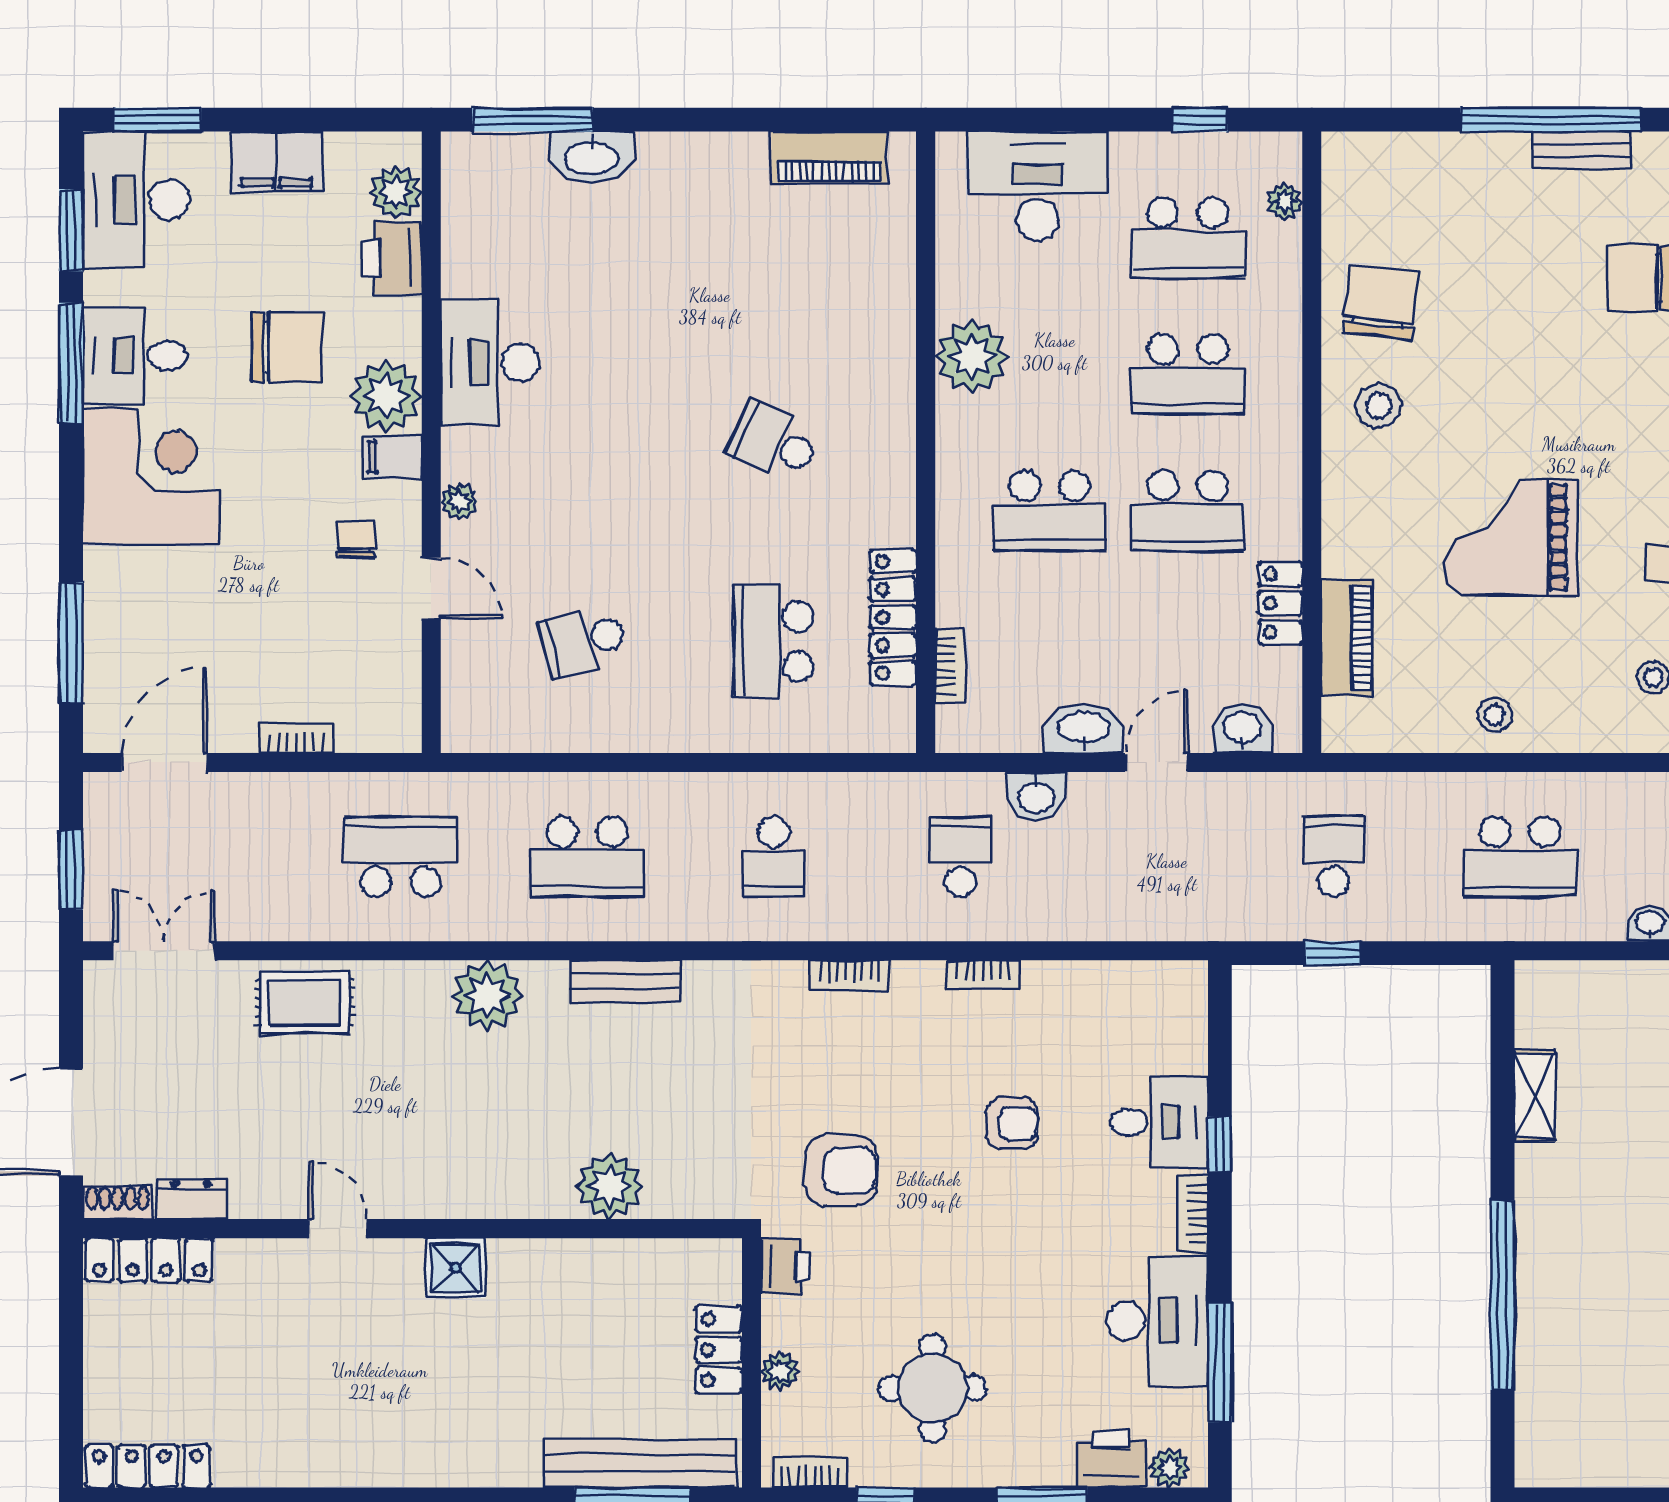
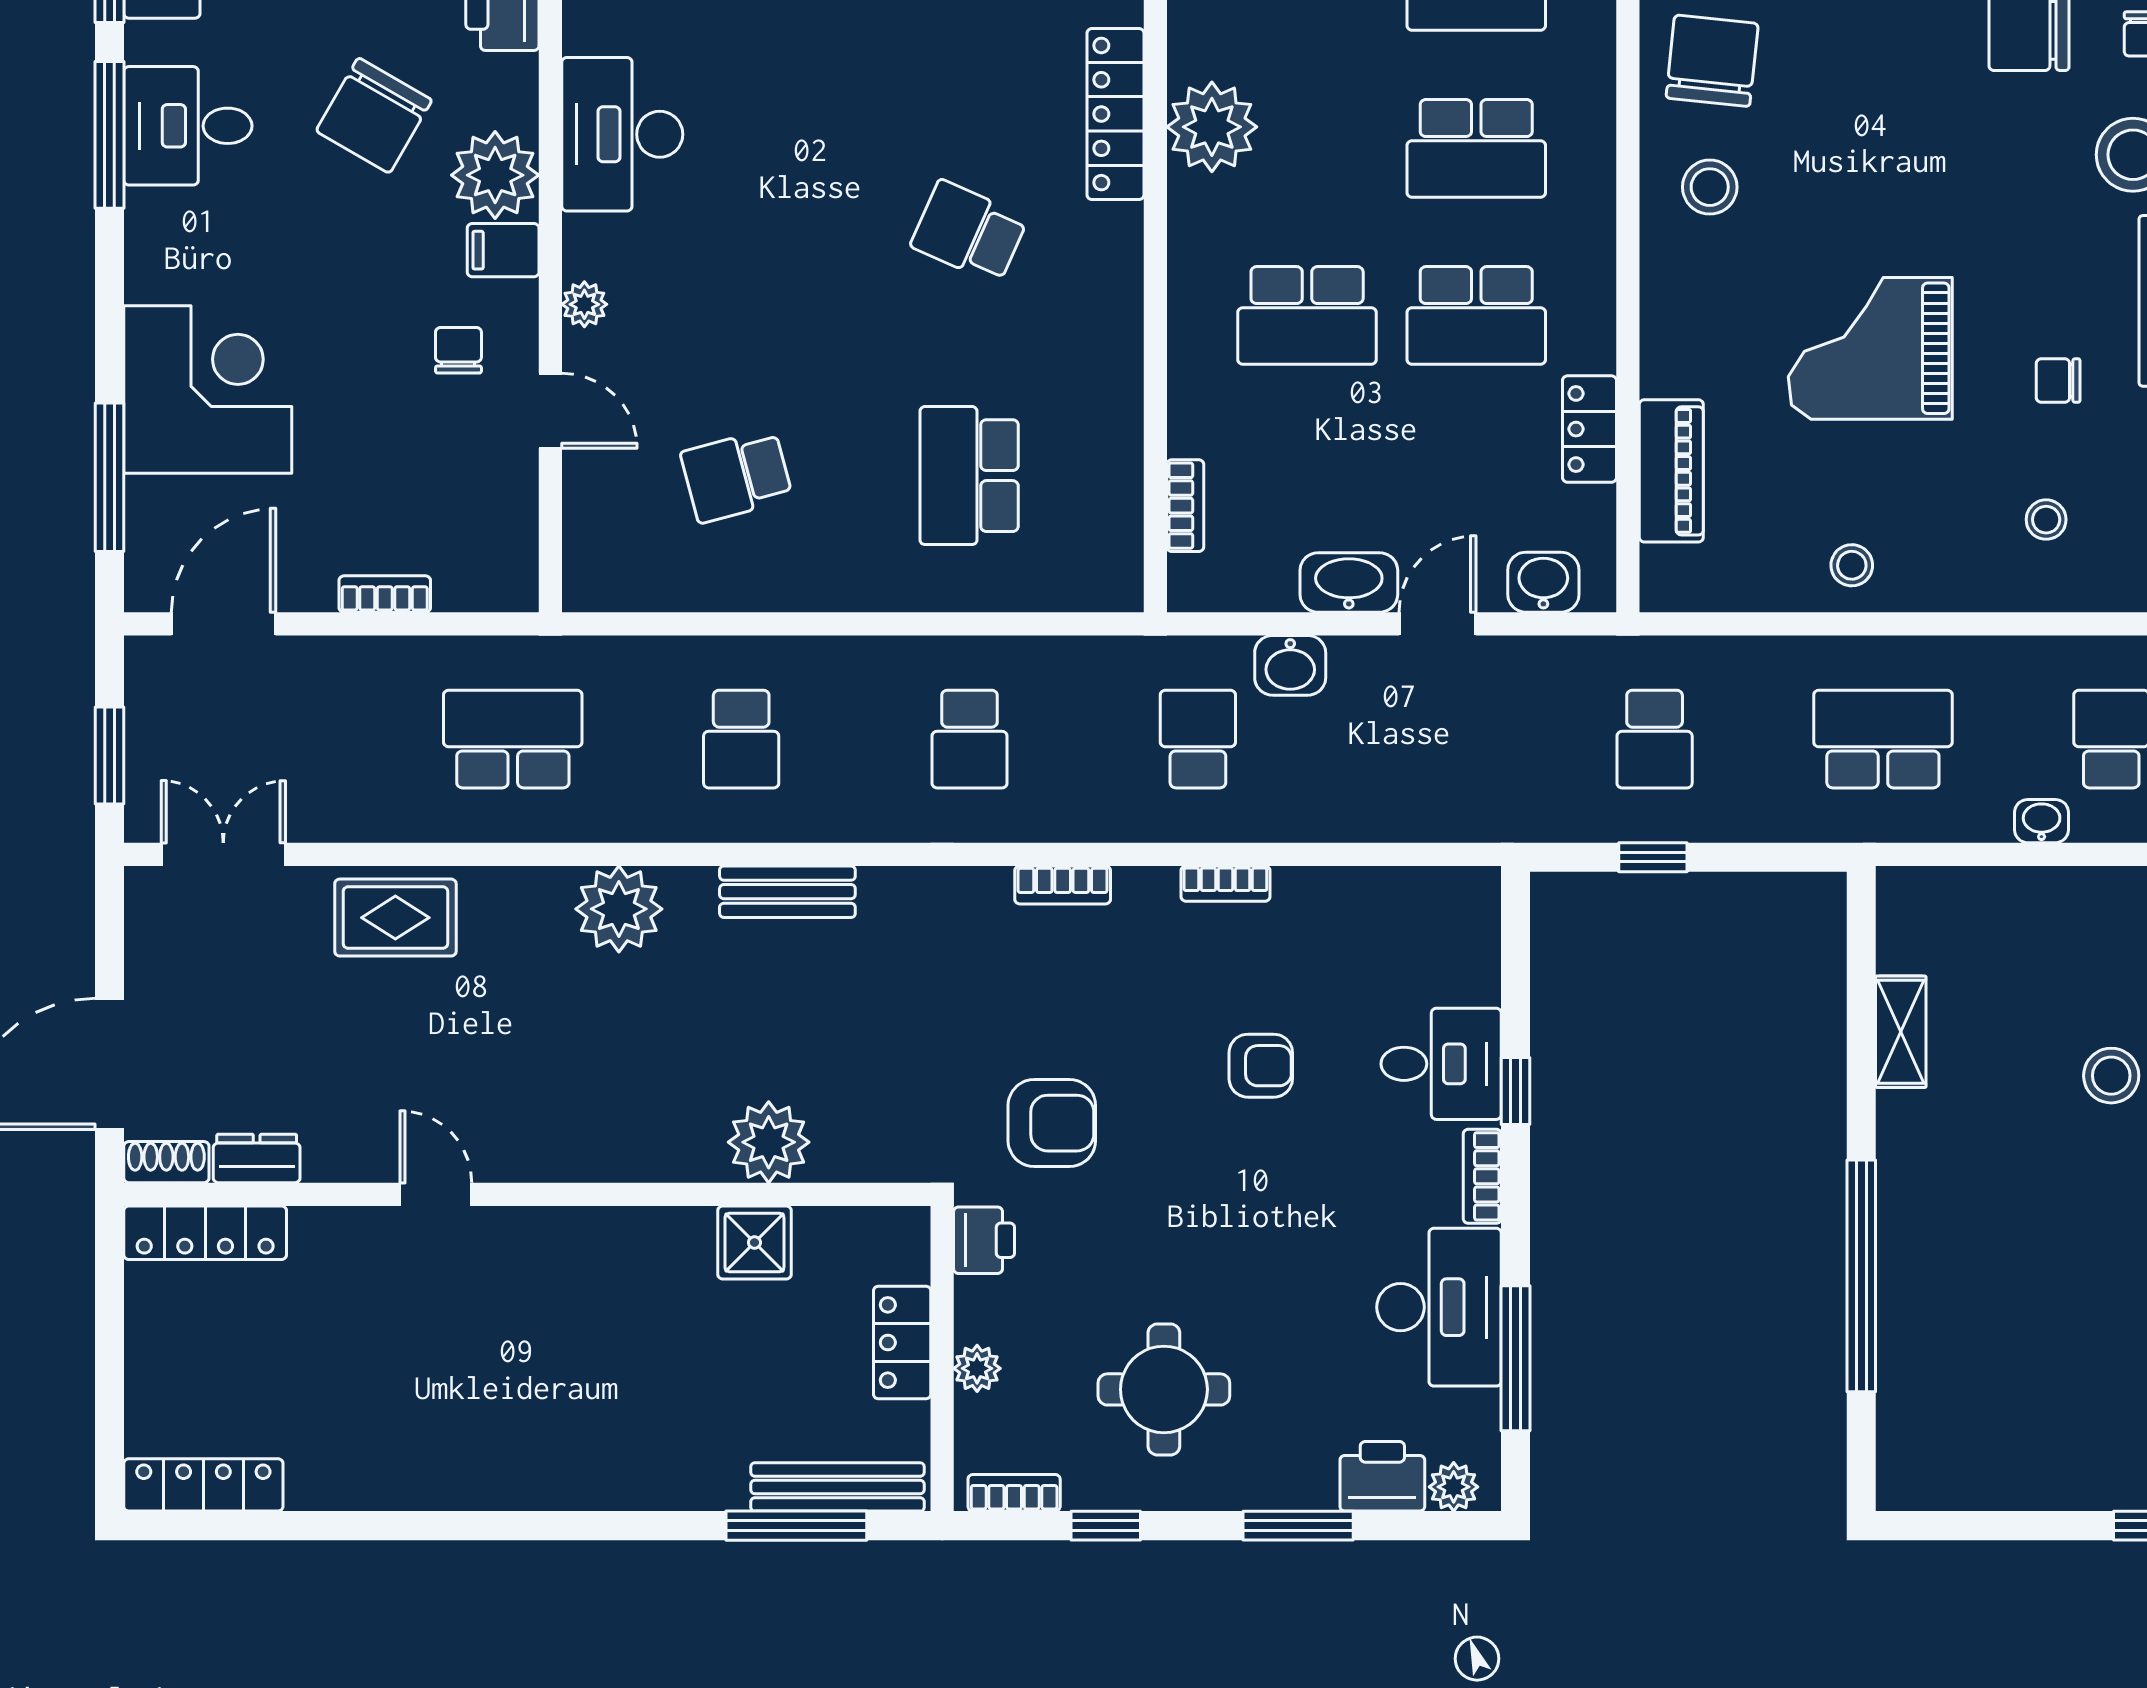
chair: (287, 347) -> (374, 115), turned 120
corner desk: (151, 476) -> (208, 390), moved
locker: (893, 617) -> (1115, 114), moved
school desk: (587, 857) -> (741, 739), width x0.54
school desk: (1334, 857) -> (1655, 739), turned 180
school desk: (1520, 857) -> (1883, 739), turned 180
shower: (455, 1268) -> (754, 1242), moved
bench: (640, 1464) -> (837, 1487), width x0.73, depth x0.82

